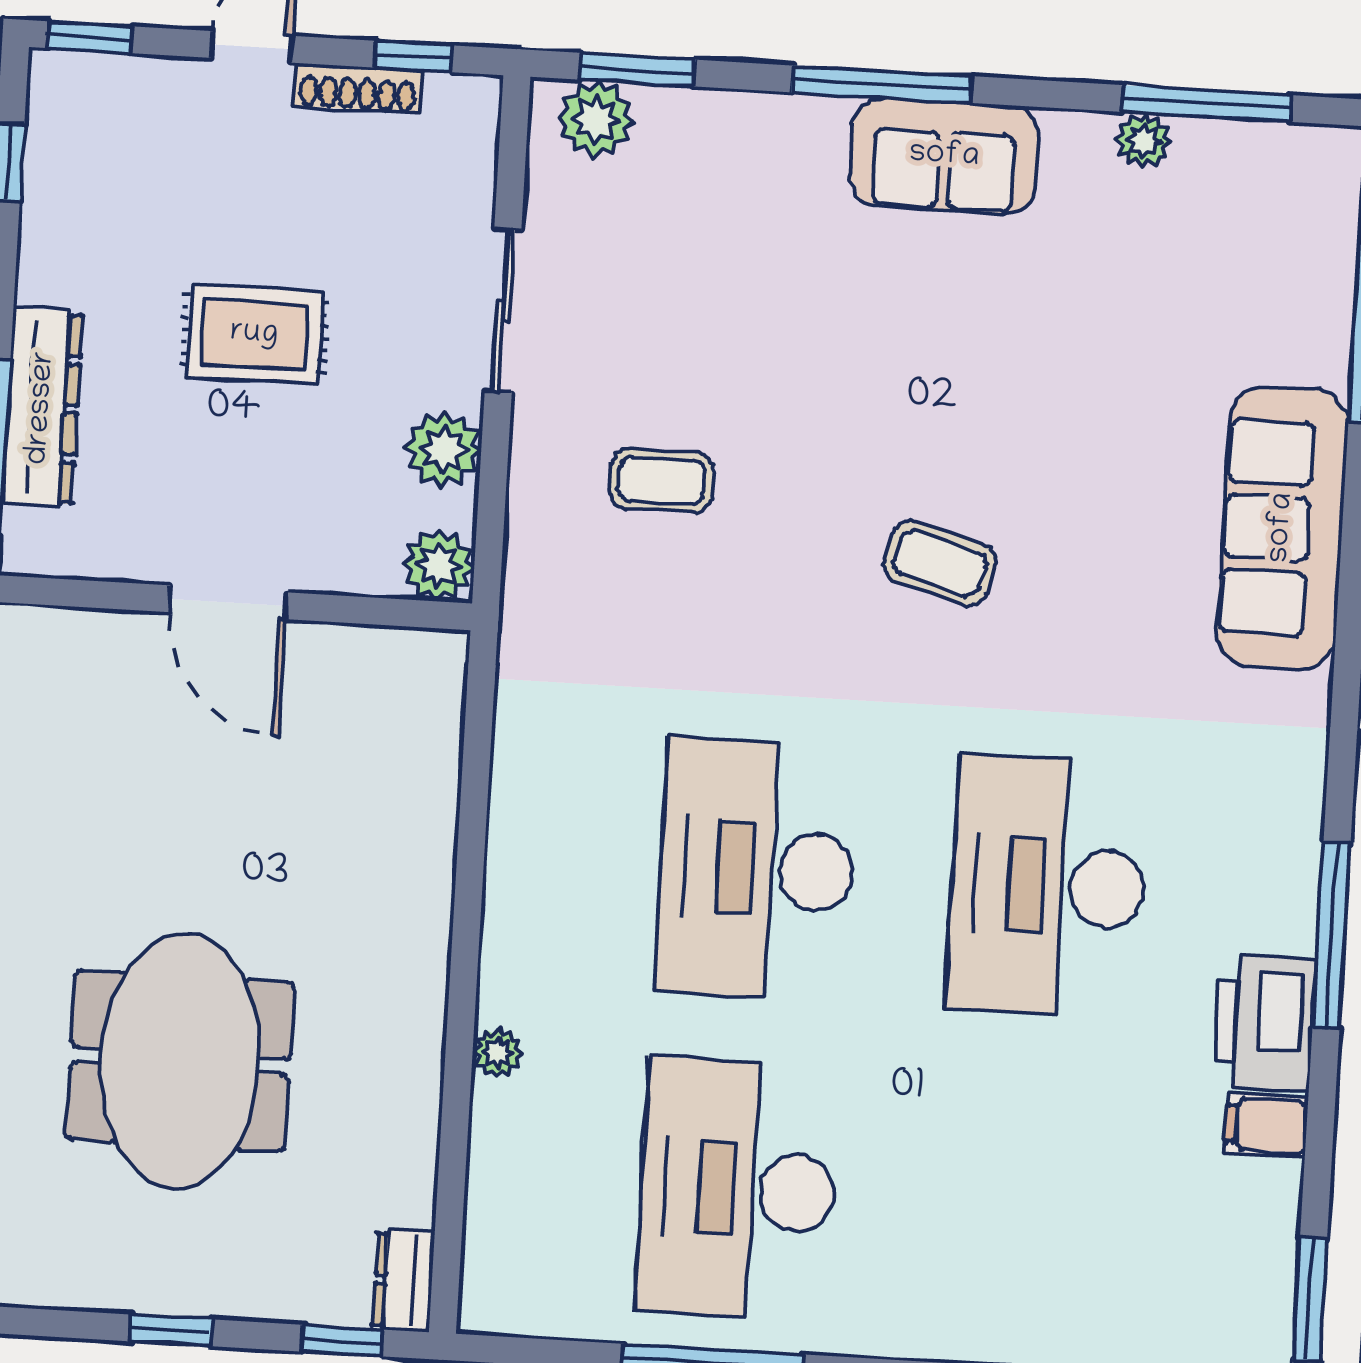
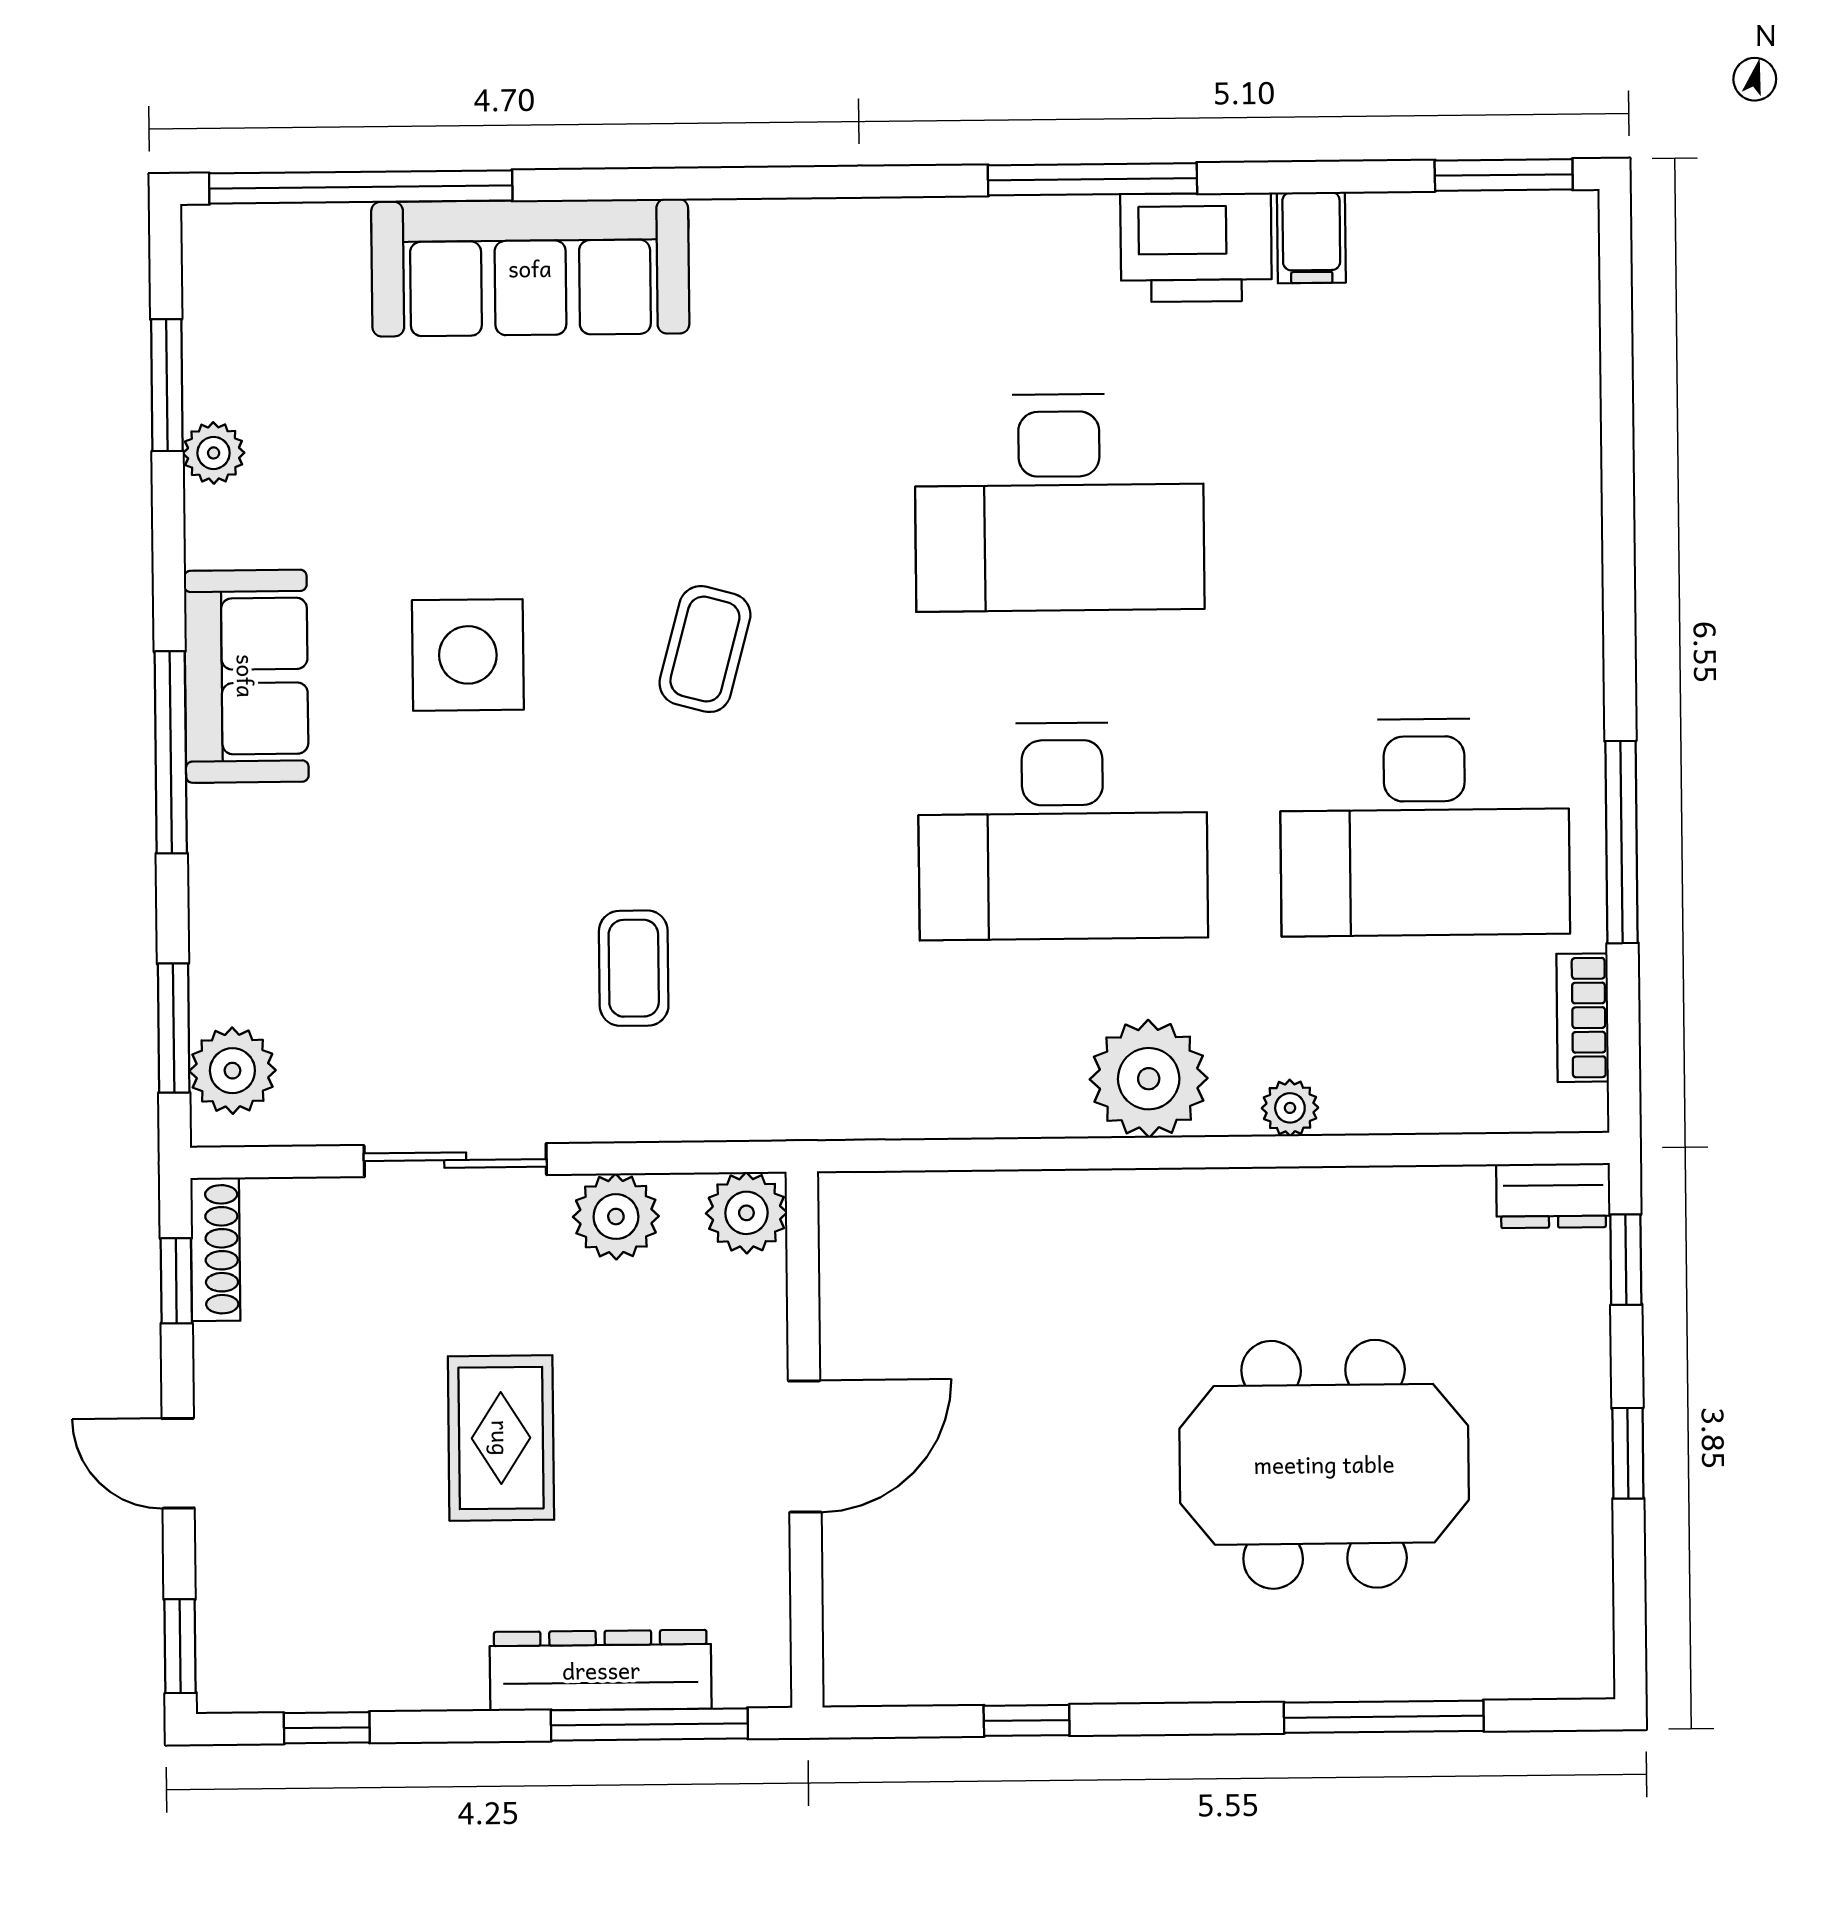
shoe rack: (358, 88) -> (215, 1249), moved
window: (1207, 104) -> (167, 385), width x0.69
side table: (949, 353) -> (468, 655), added
sofa: (1282, 528) -> (530, 268), moved
plant: (532, 929) -> (1149, 1079), added
bookcase: (559, 1317) -> (1583, 1018), added

